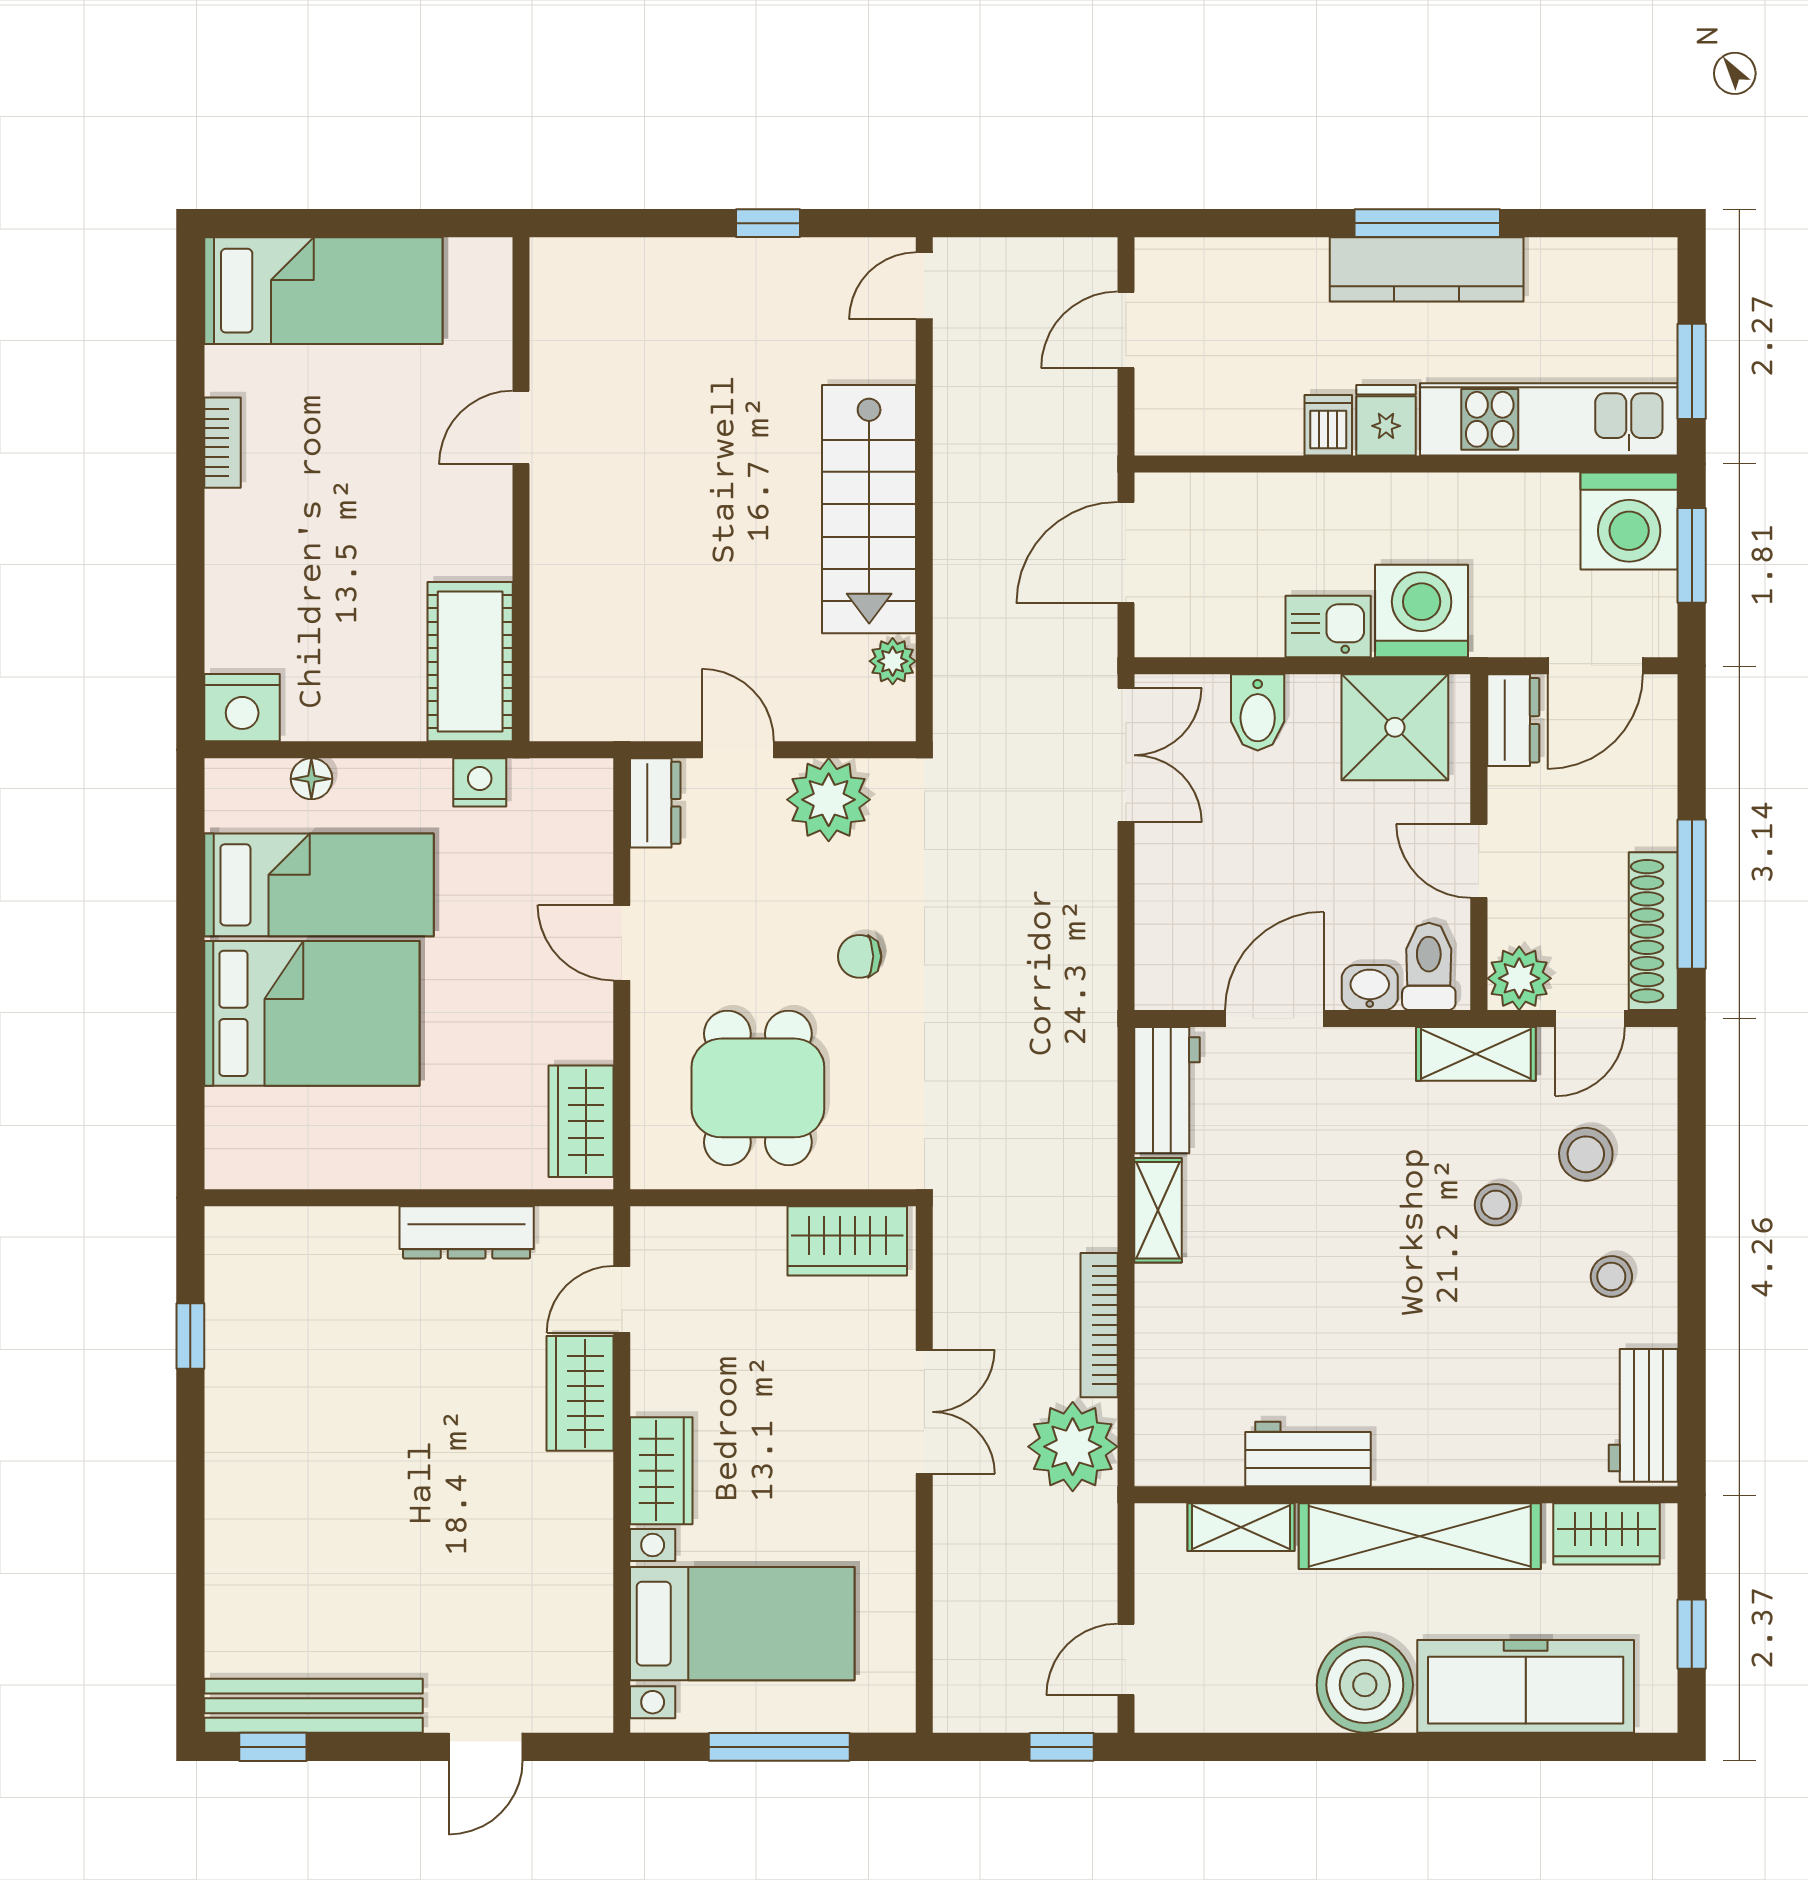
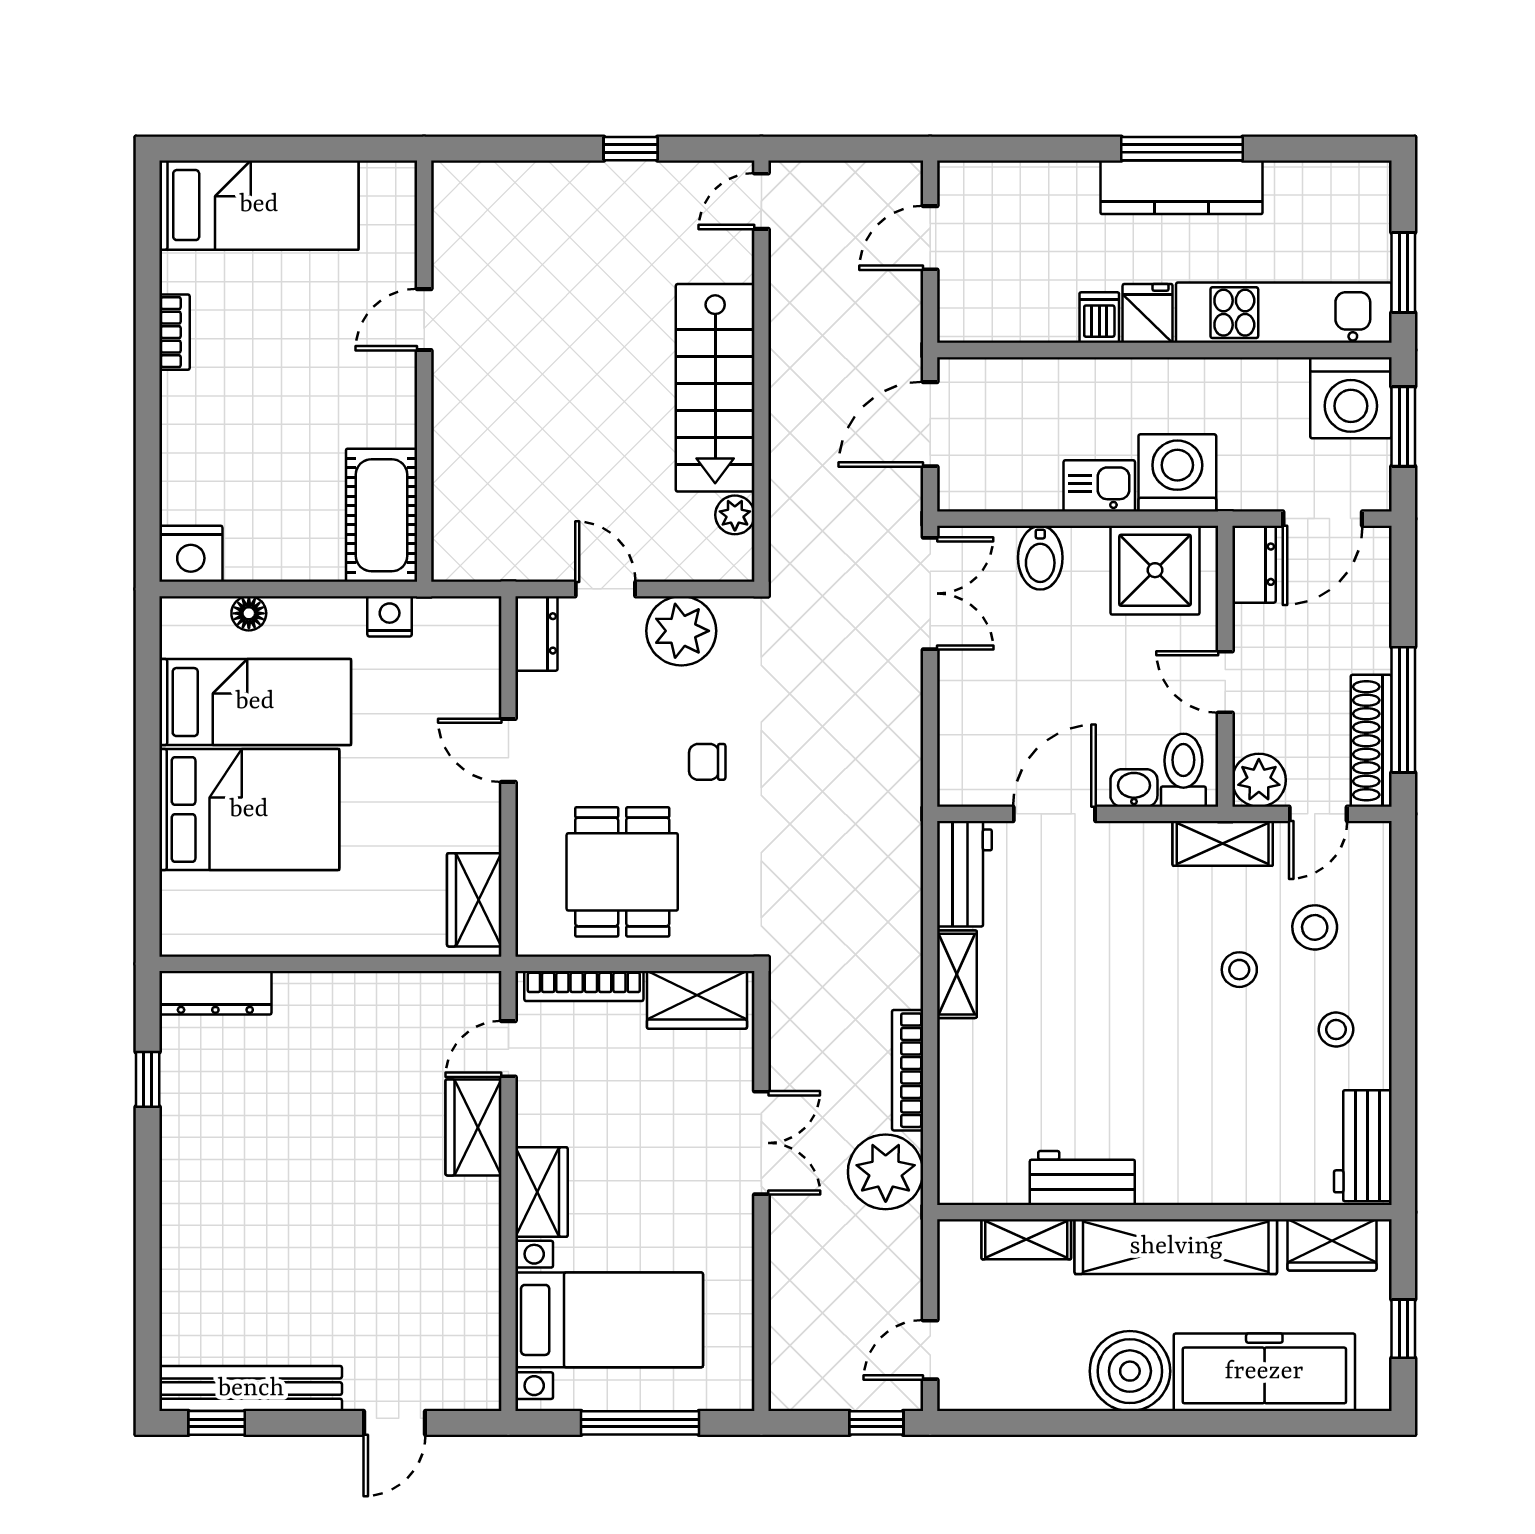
bookcase: (712, 1224) -> (584, 986), added
dresser: (467, 1232) -> (215, 993), moved

